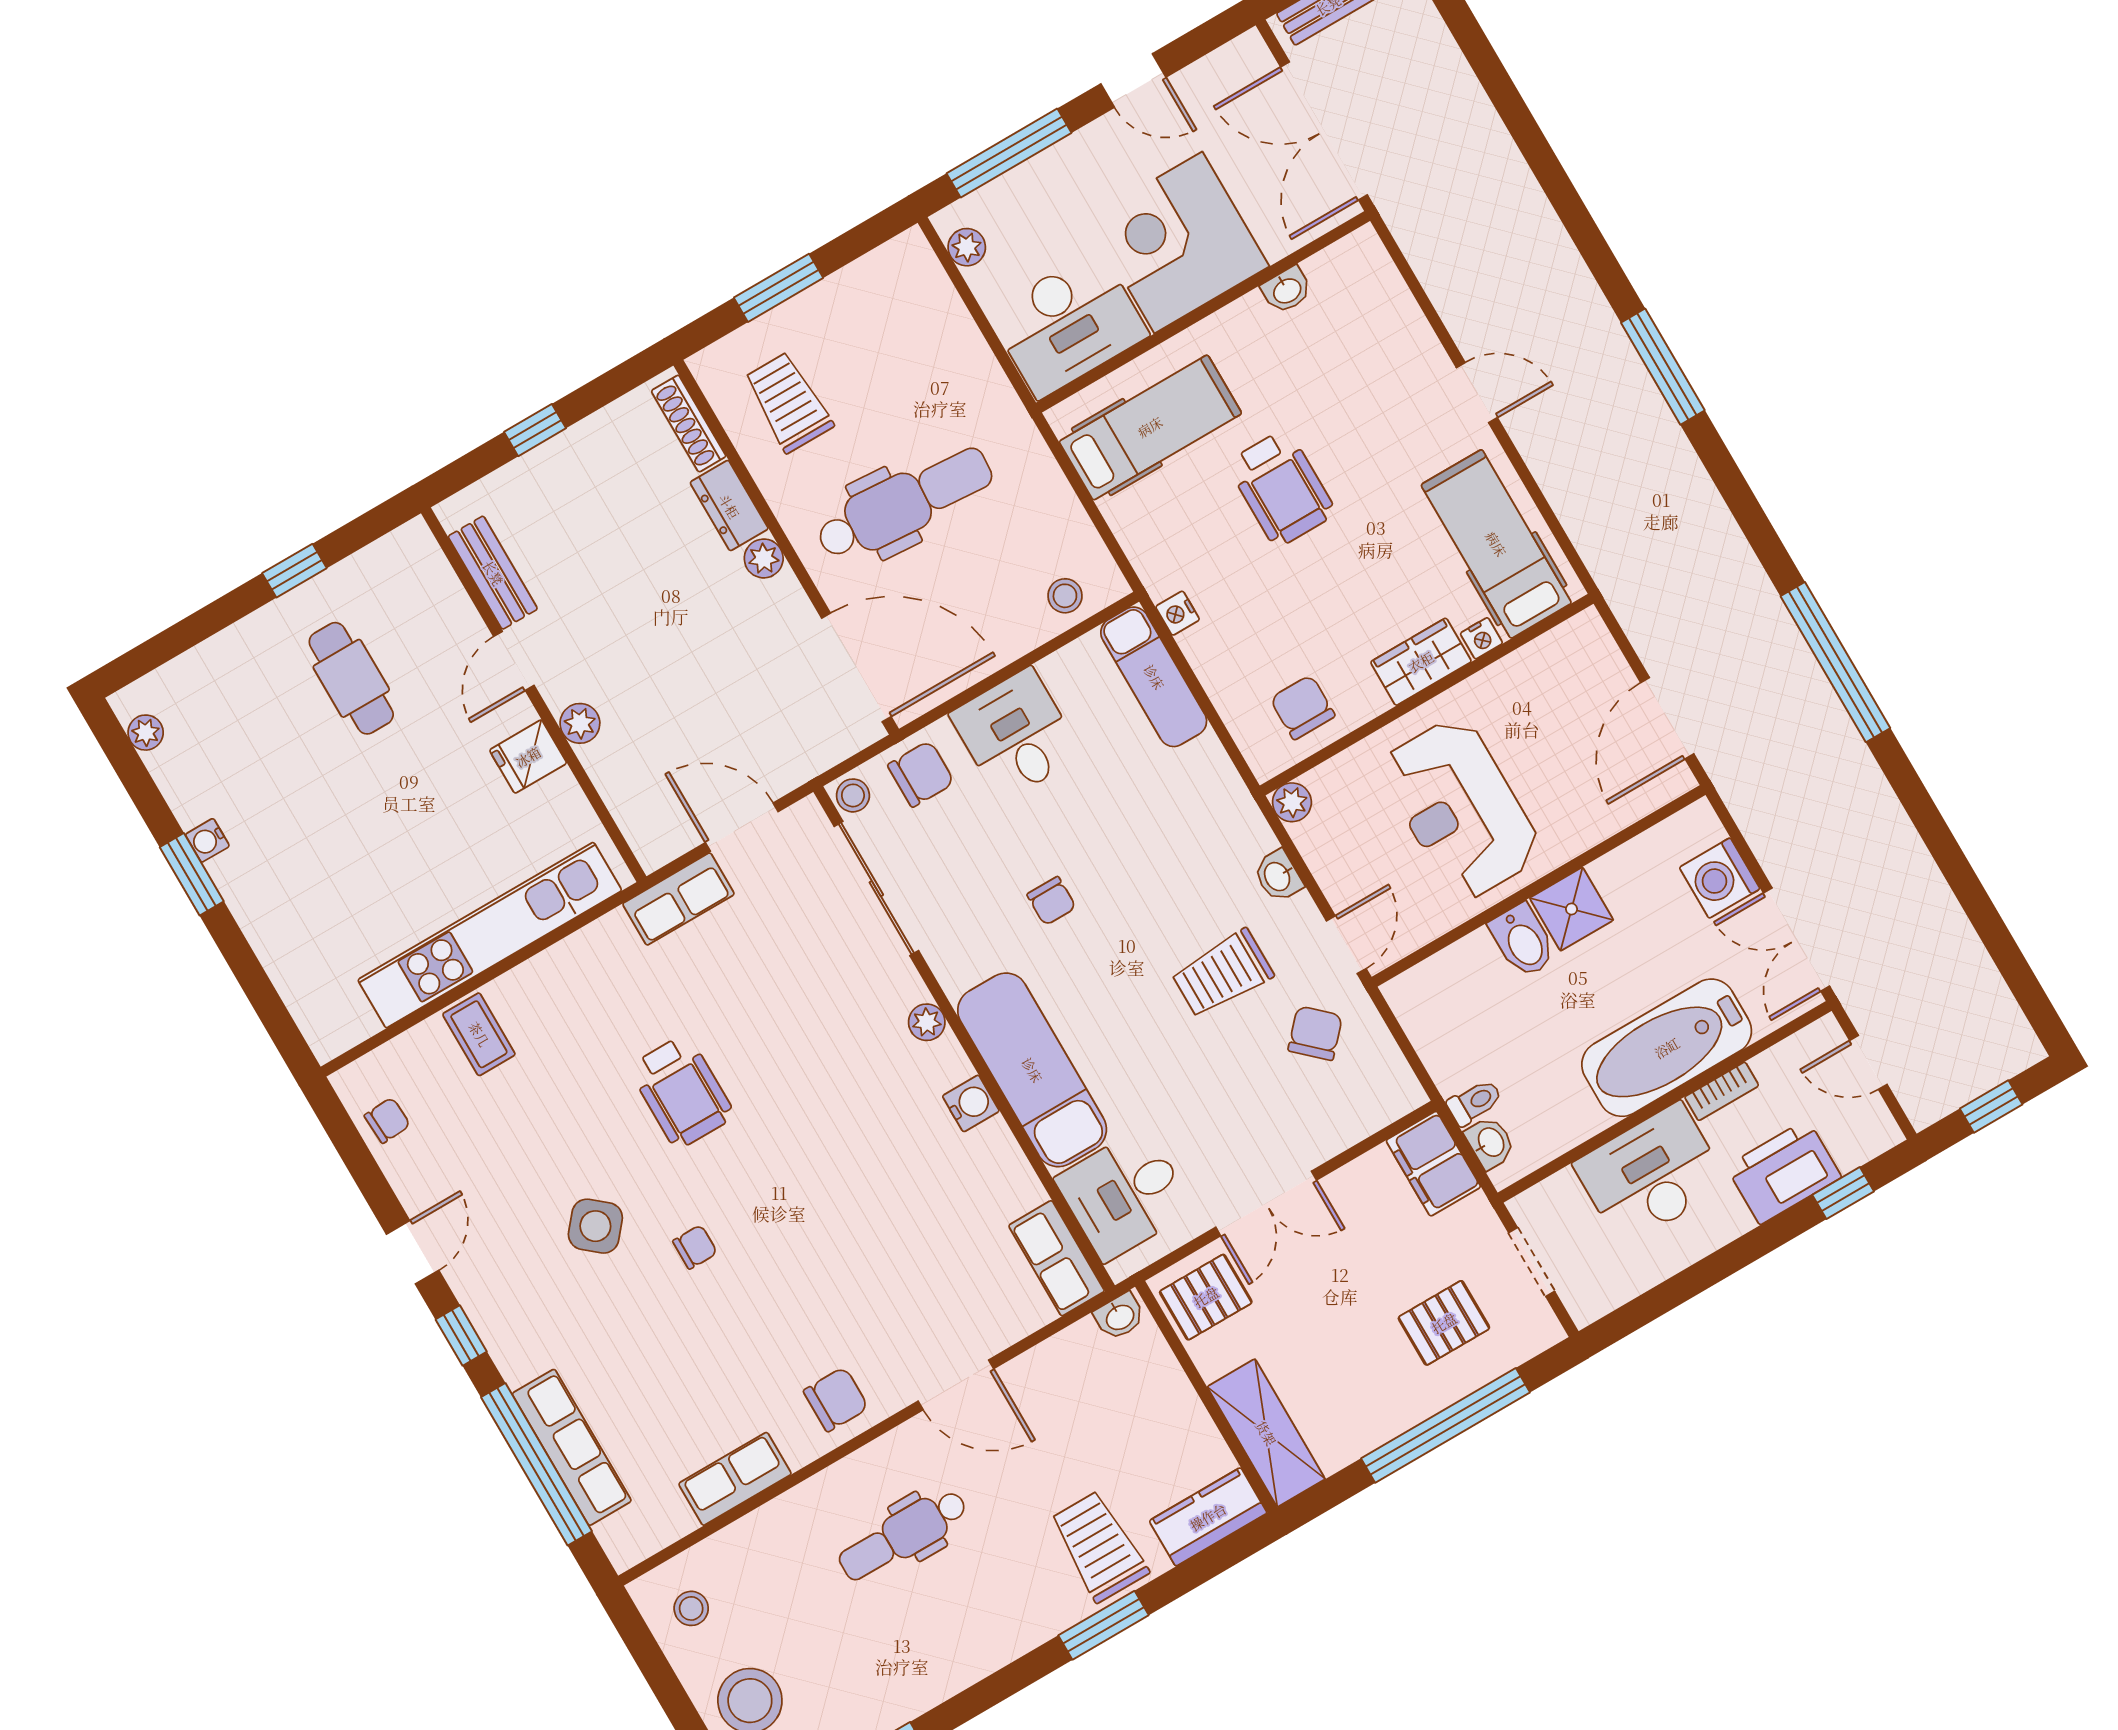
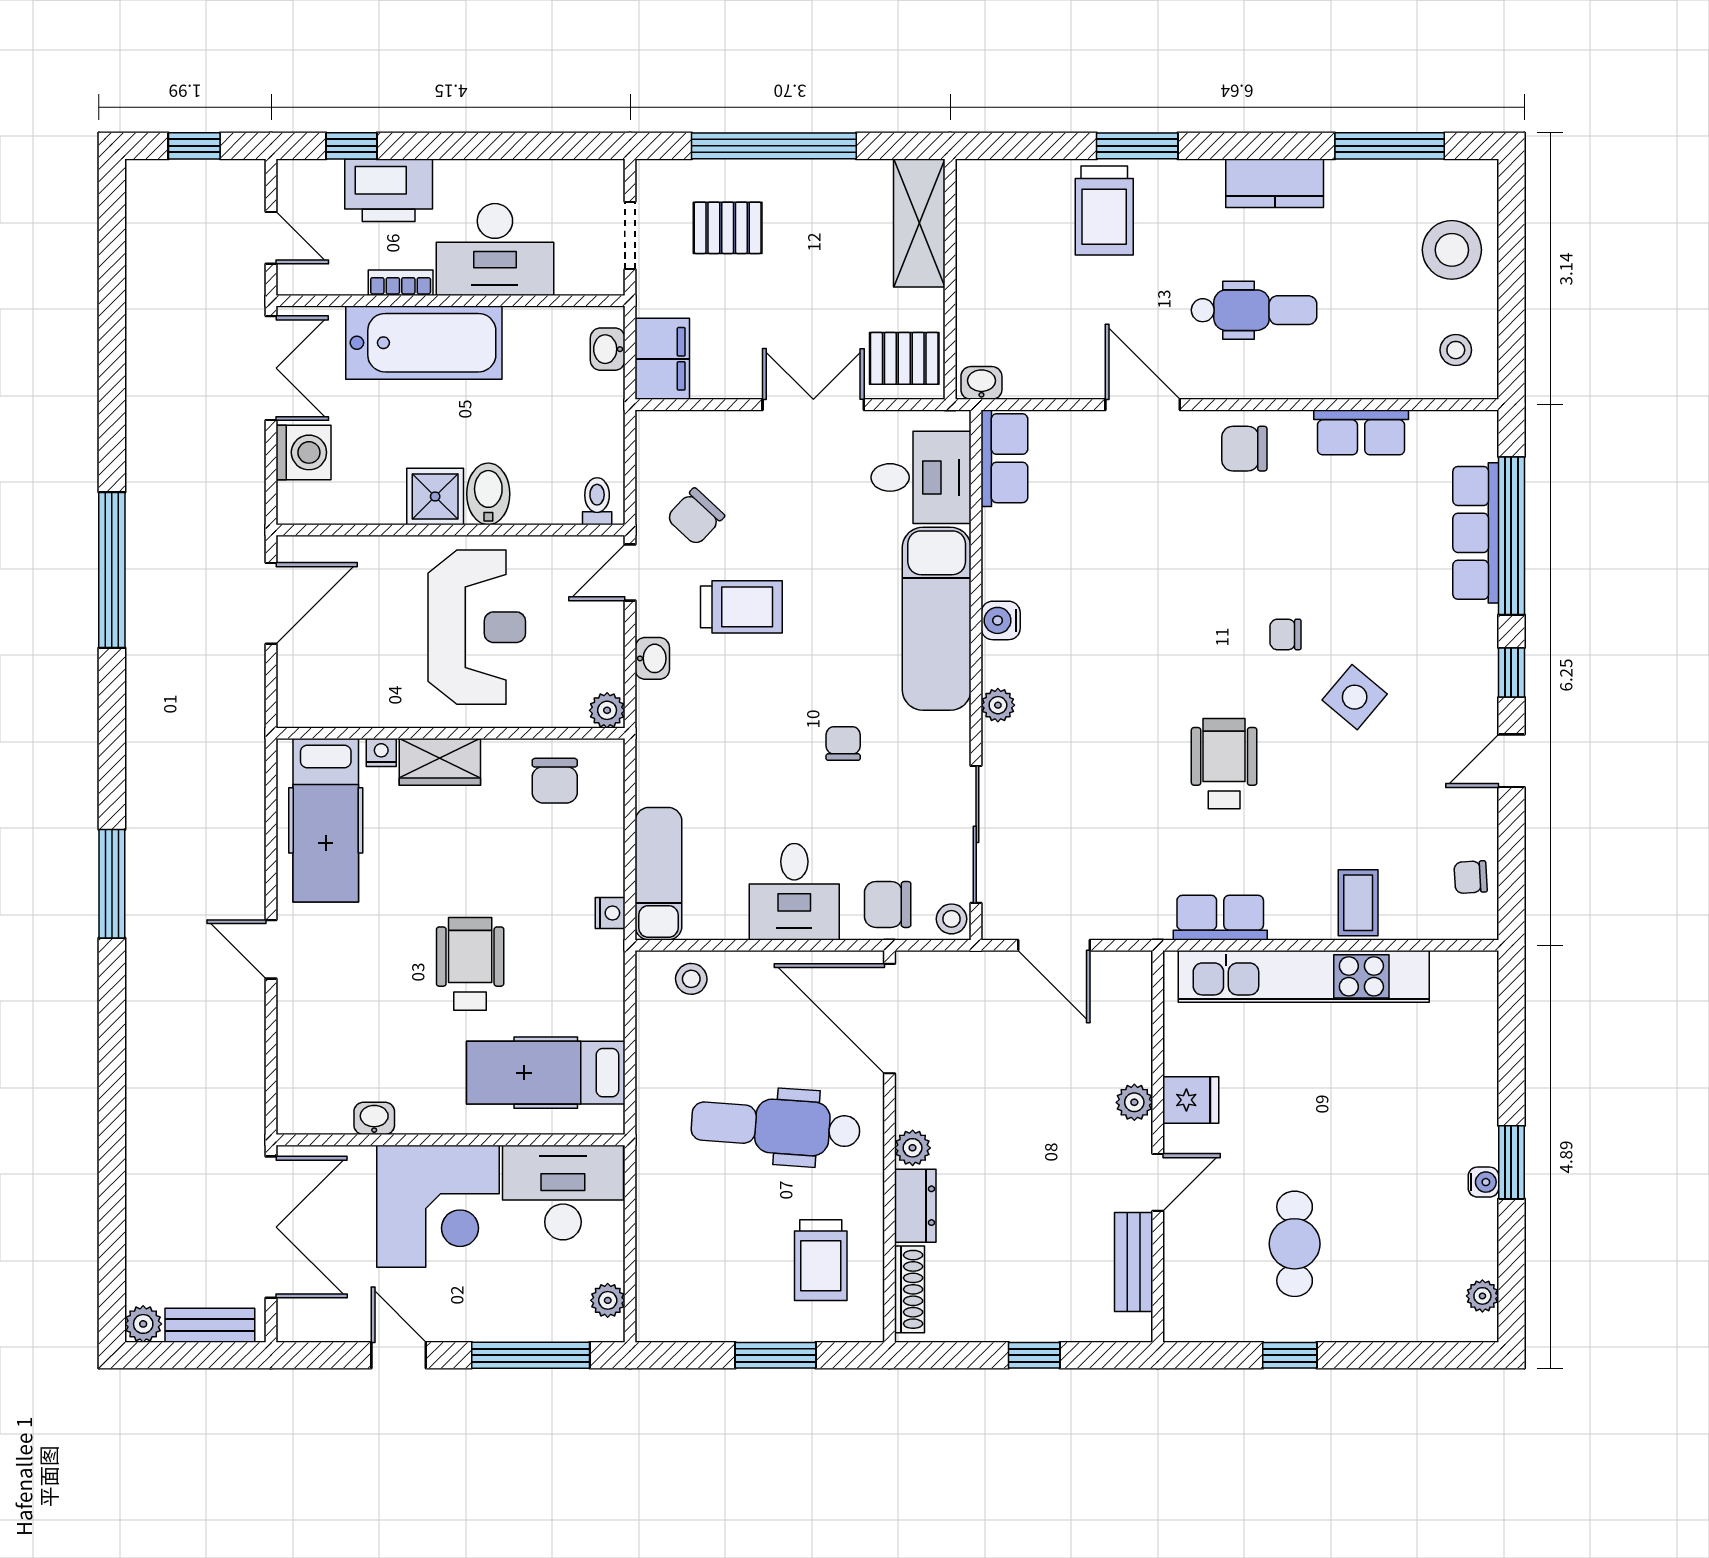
row of seats: (678, 899) -> (1220, 918), moved
toilet: (1475, 1102) -> (597, 501), moved, turned 90
kitchen counter: (1208, 1517) -> (1275, 183), moved

